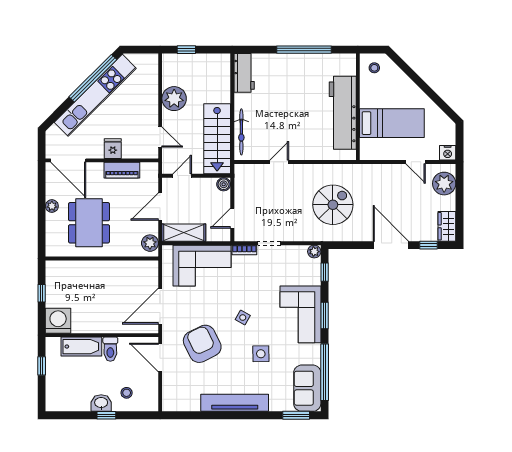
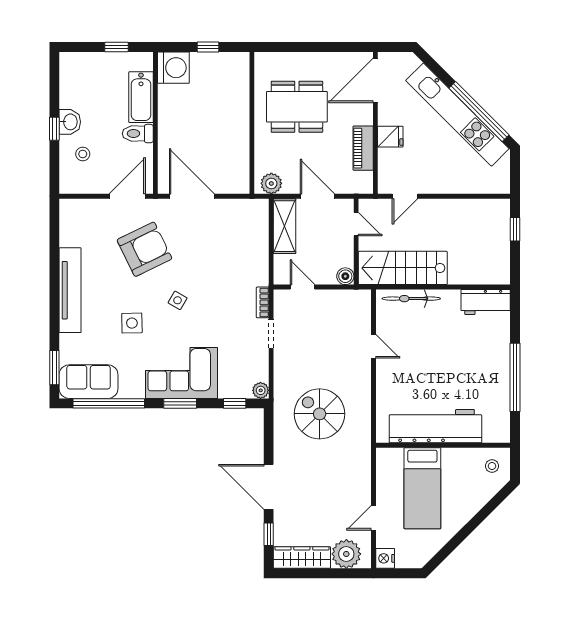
plant: (174, 99) -> (453, 214), removed
spiral stairs: (333, 205) -> (320, 414), turned 180
plant: (52, 206) -> (318, 60), removed
wardrobe: (447, 226) -> (302, 557), width x1.50
door: (391, 245) -> (269, 487), swing flipped
corner sofa: (202, 266) -> (243, 249), removed

